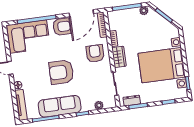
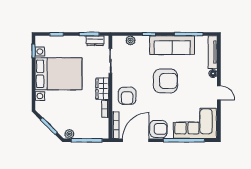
armchair: (62, 27) -> (158, 129), turned 180

